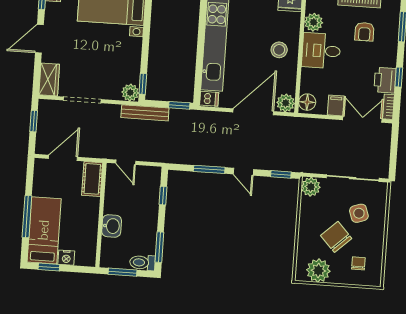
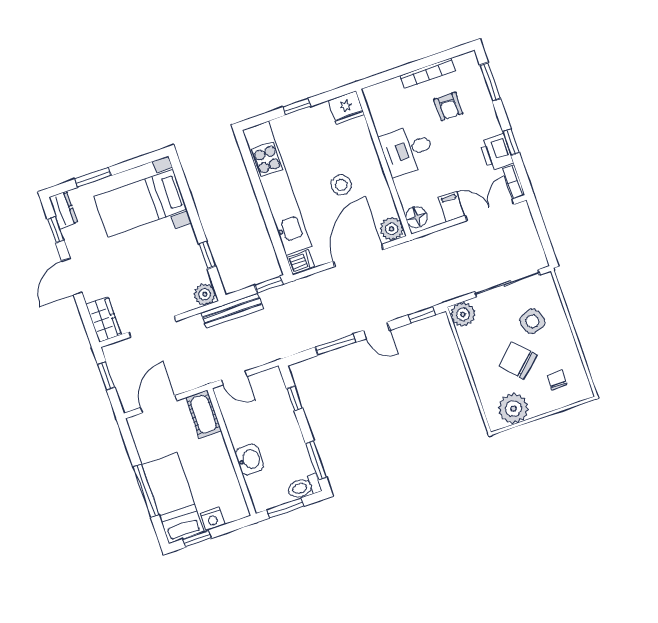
plant: (314, 22) -> (384, 121), removed
stool: (279, 50) -> (341, 185), moved
window: (143, 84) -> (207, 255), moved

